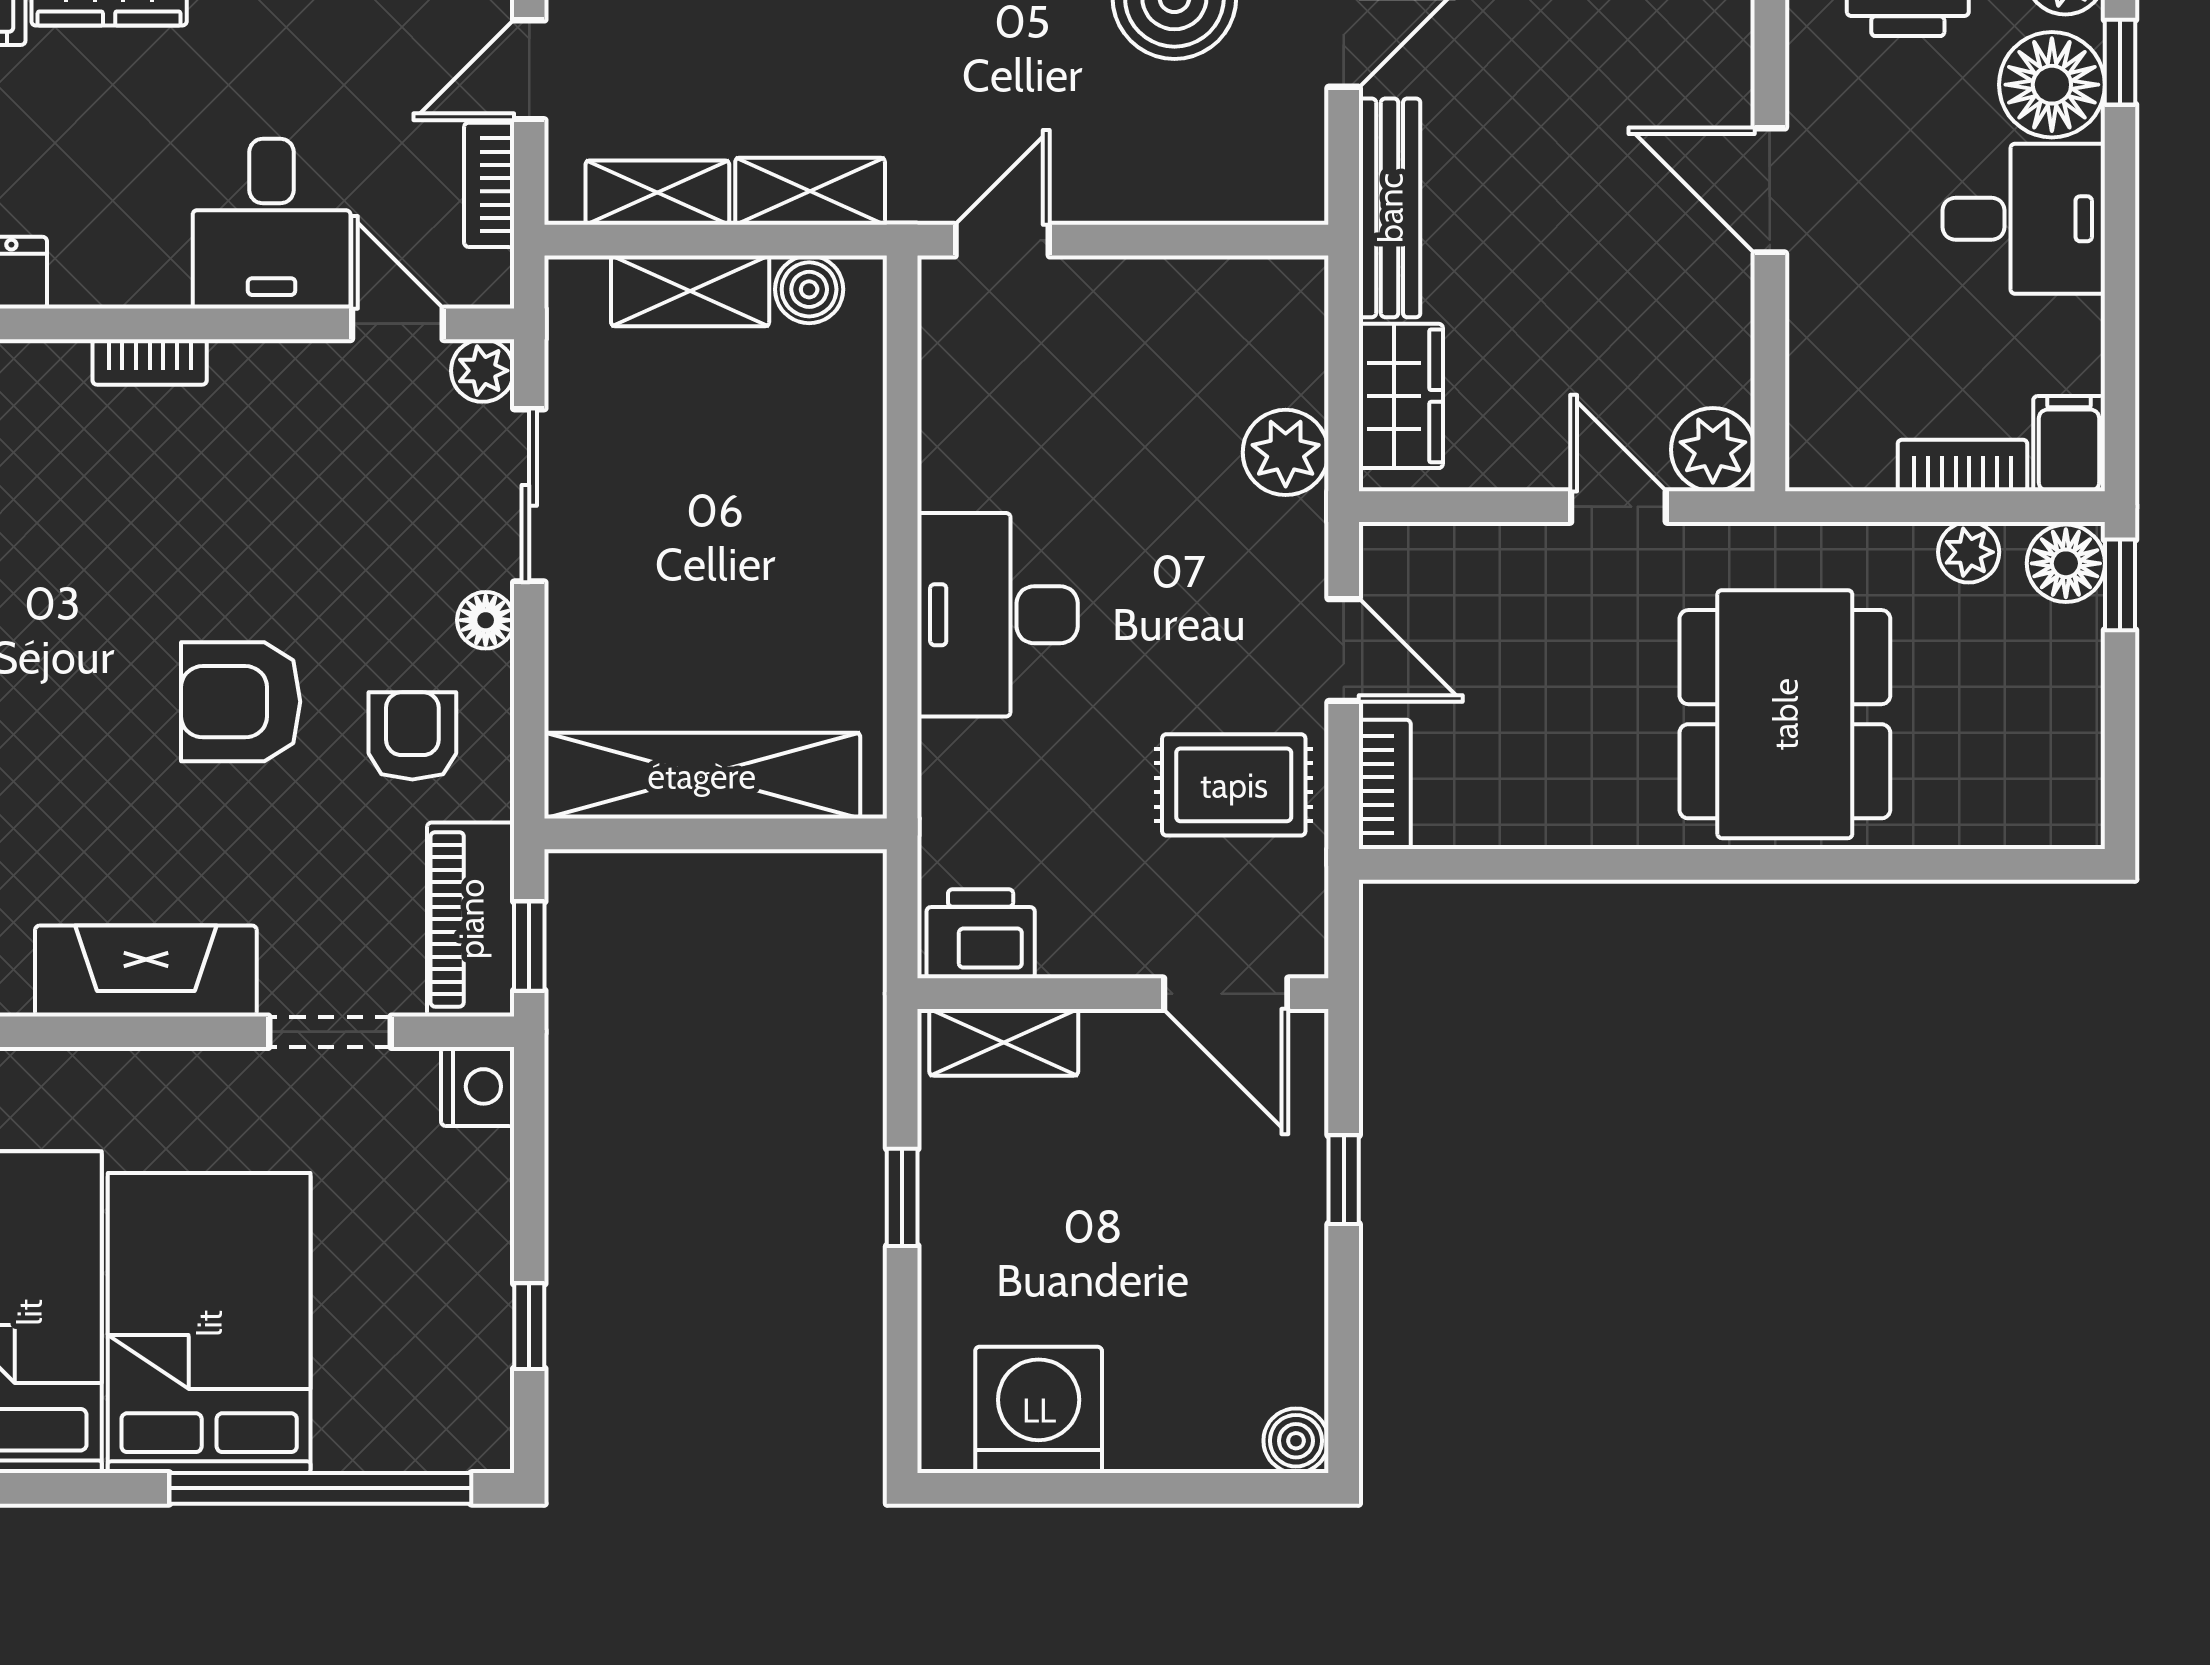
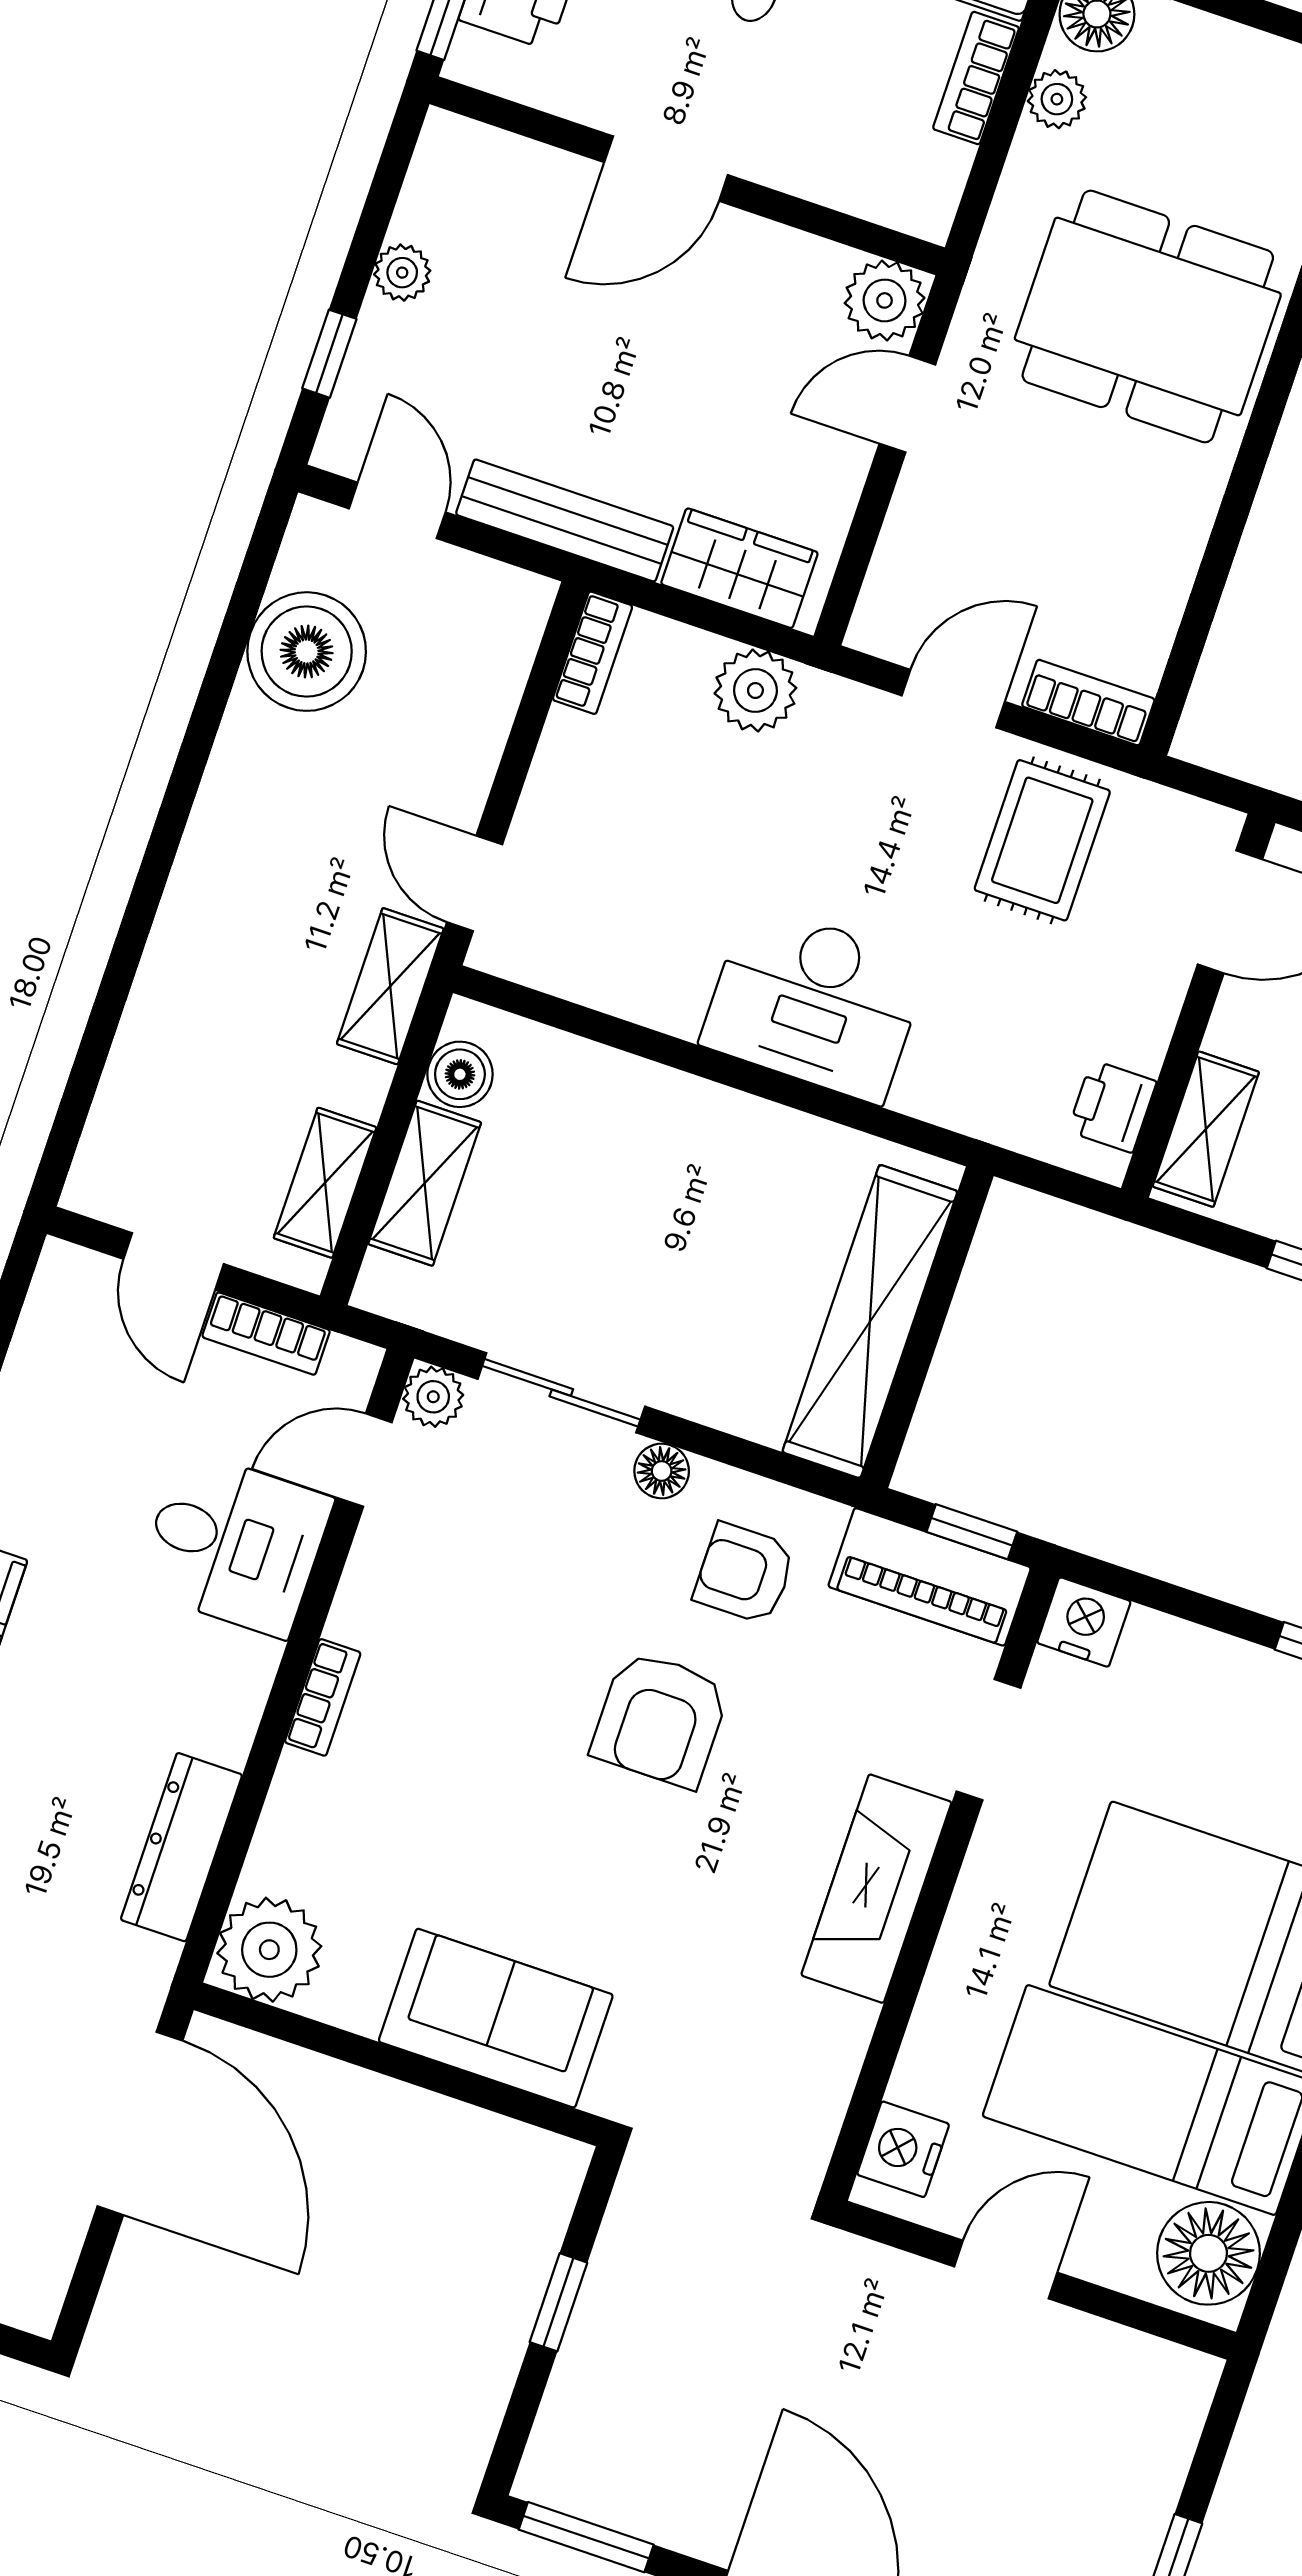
shelving: (810, 191) -> (390, 986), moved
bookcase: (1269, 279) -> (592, 653), added
printer: (981, 934) -> (1112, 1106), width x0.73, depth x0.81

